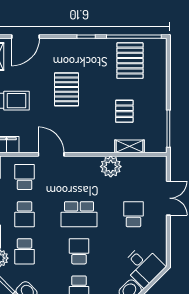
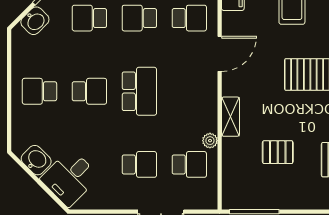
shelving: (129, 146) -> (230, 117), moved
plant: (111, 167) -> (210, 141), width x0.53, depth x0.53
school desk: (133, 177) -> (189, 164), added
school desk: (79, 214) -> (139, 91), turned 180

